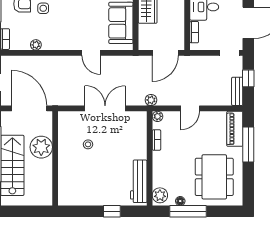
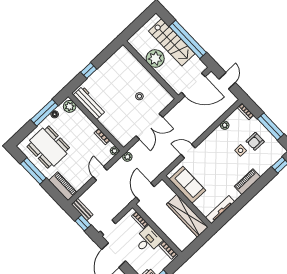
window: (248, 144) -> (33, 171), moved
plant: (41, 147) -> (155, 58), moved

